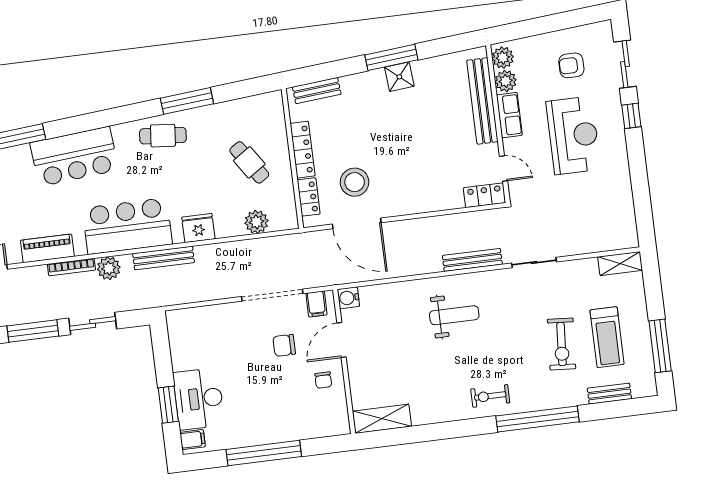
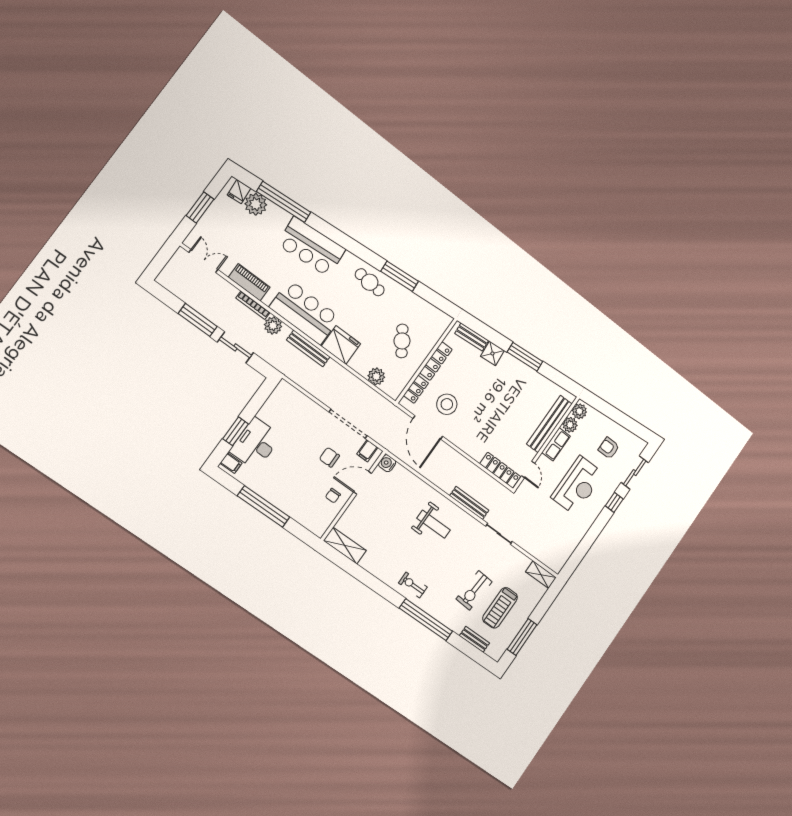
shower: (399, 77) -> (492, 353), moved
locker: (484, 195) -> (500, 470), width x1.53
fridge: (198, 228) -> (341, 345), width x1.36, depth x1.34

